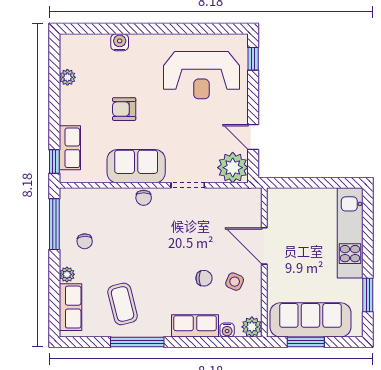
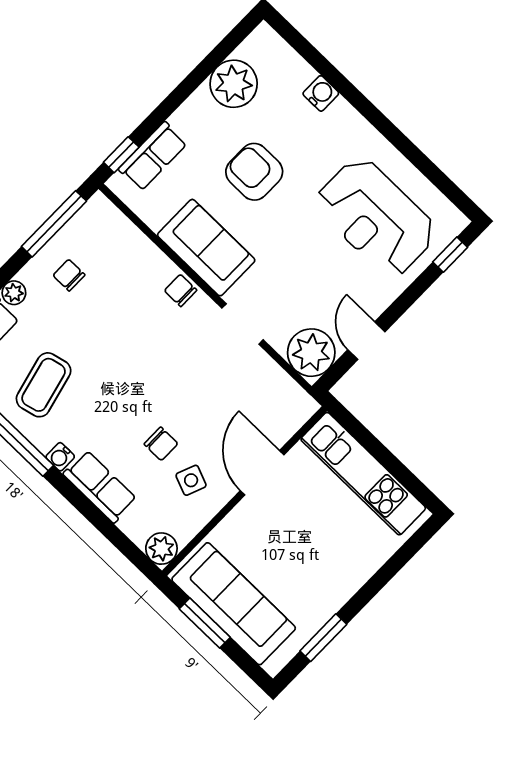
plant: (67, 77) -> (234, 84), width x1.87, depth x1.87
armchair: (124, 109) -> (254, 172), width x1.38, depth x1.38
chair: (144, 198) -> (181, 290), turned 90
kitchen unit: (350, 233) -> (363, 474), moved, turned -90
chair: (85, 241) -> (69, 275), turned 94
water cooler: (227, 330) -> (60, 457), moved

